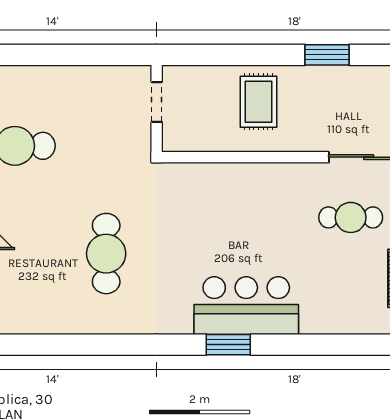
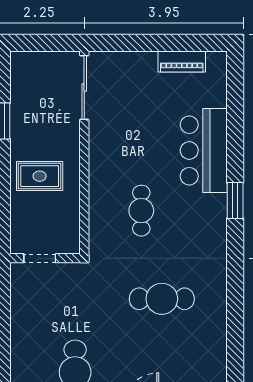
cafe table: (351, 217) -> (141, 211), moved
bar counter: (246, 306) -> (204, 150), moved

